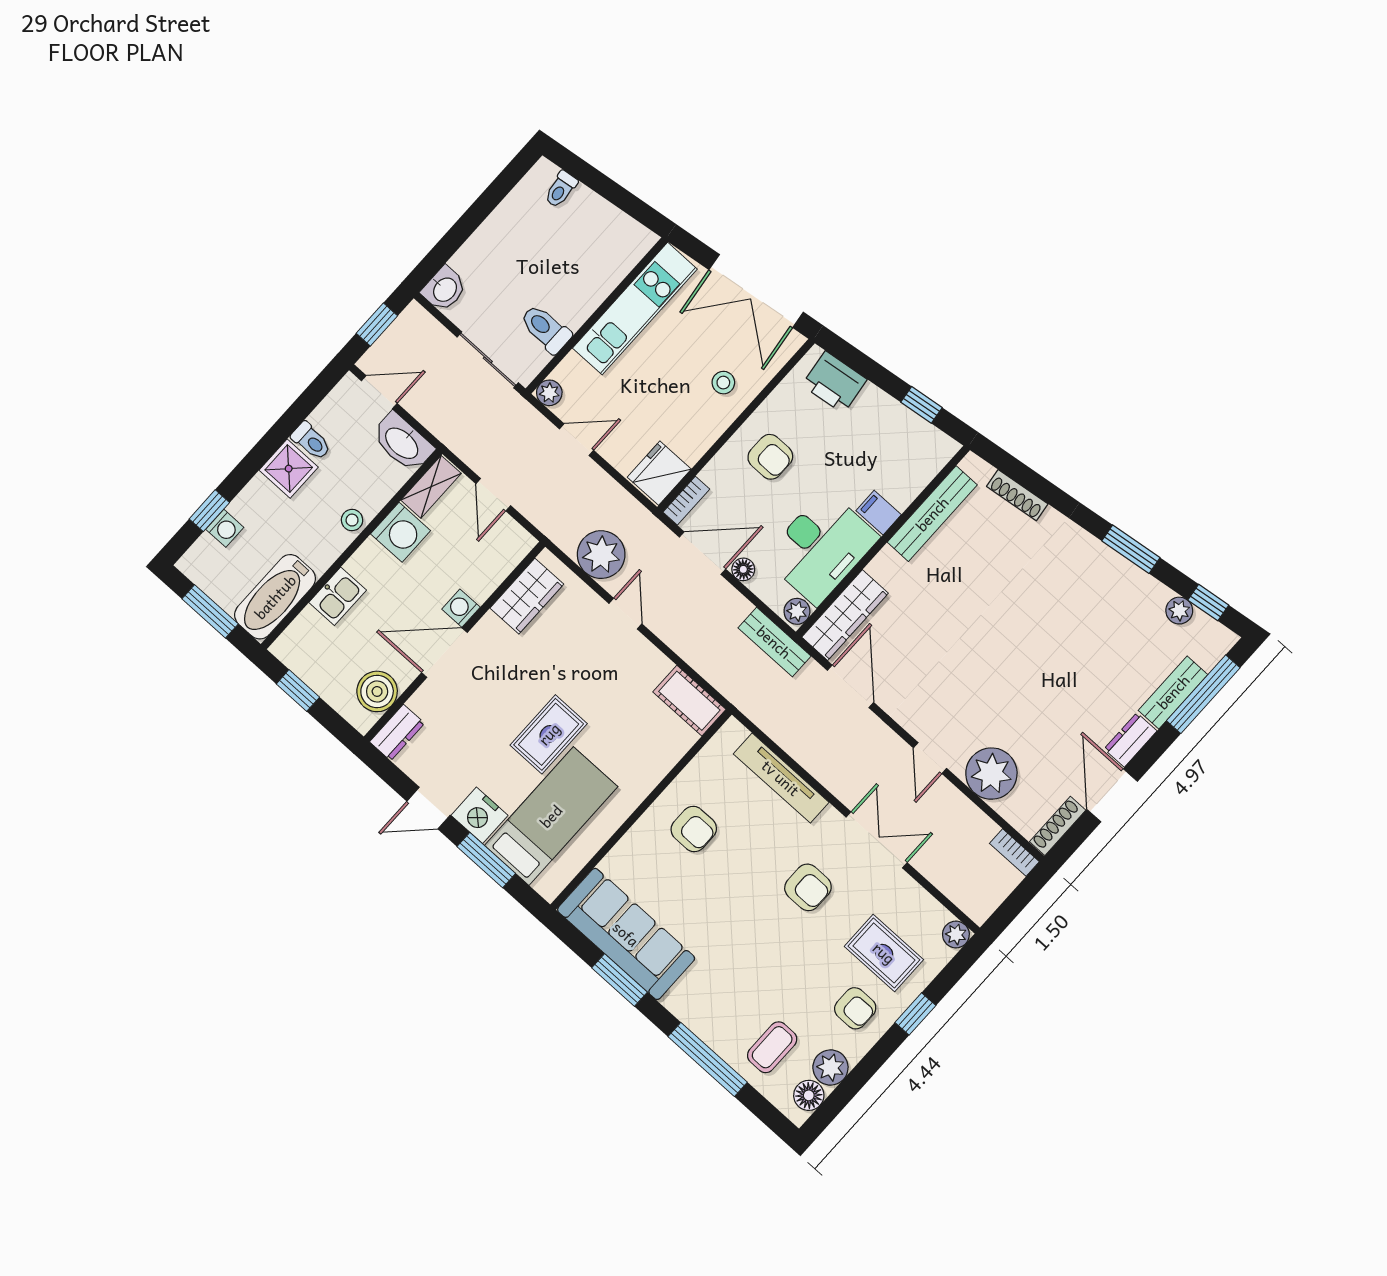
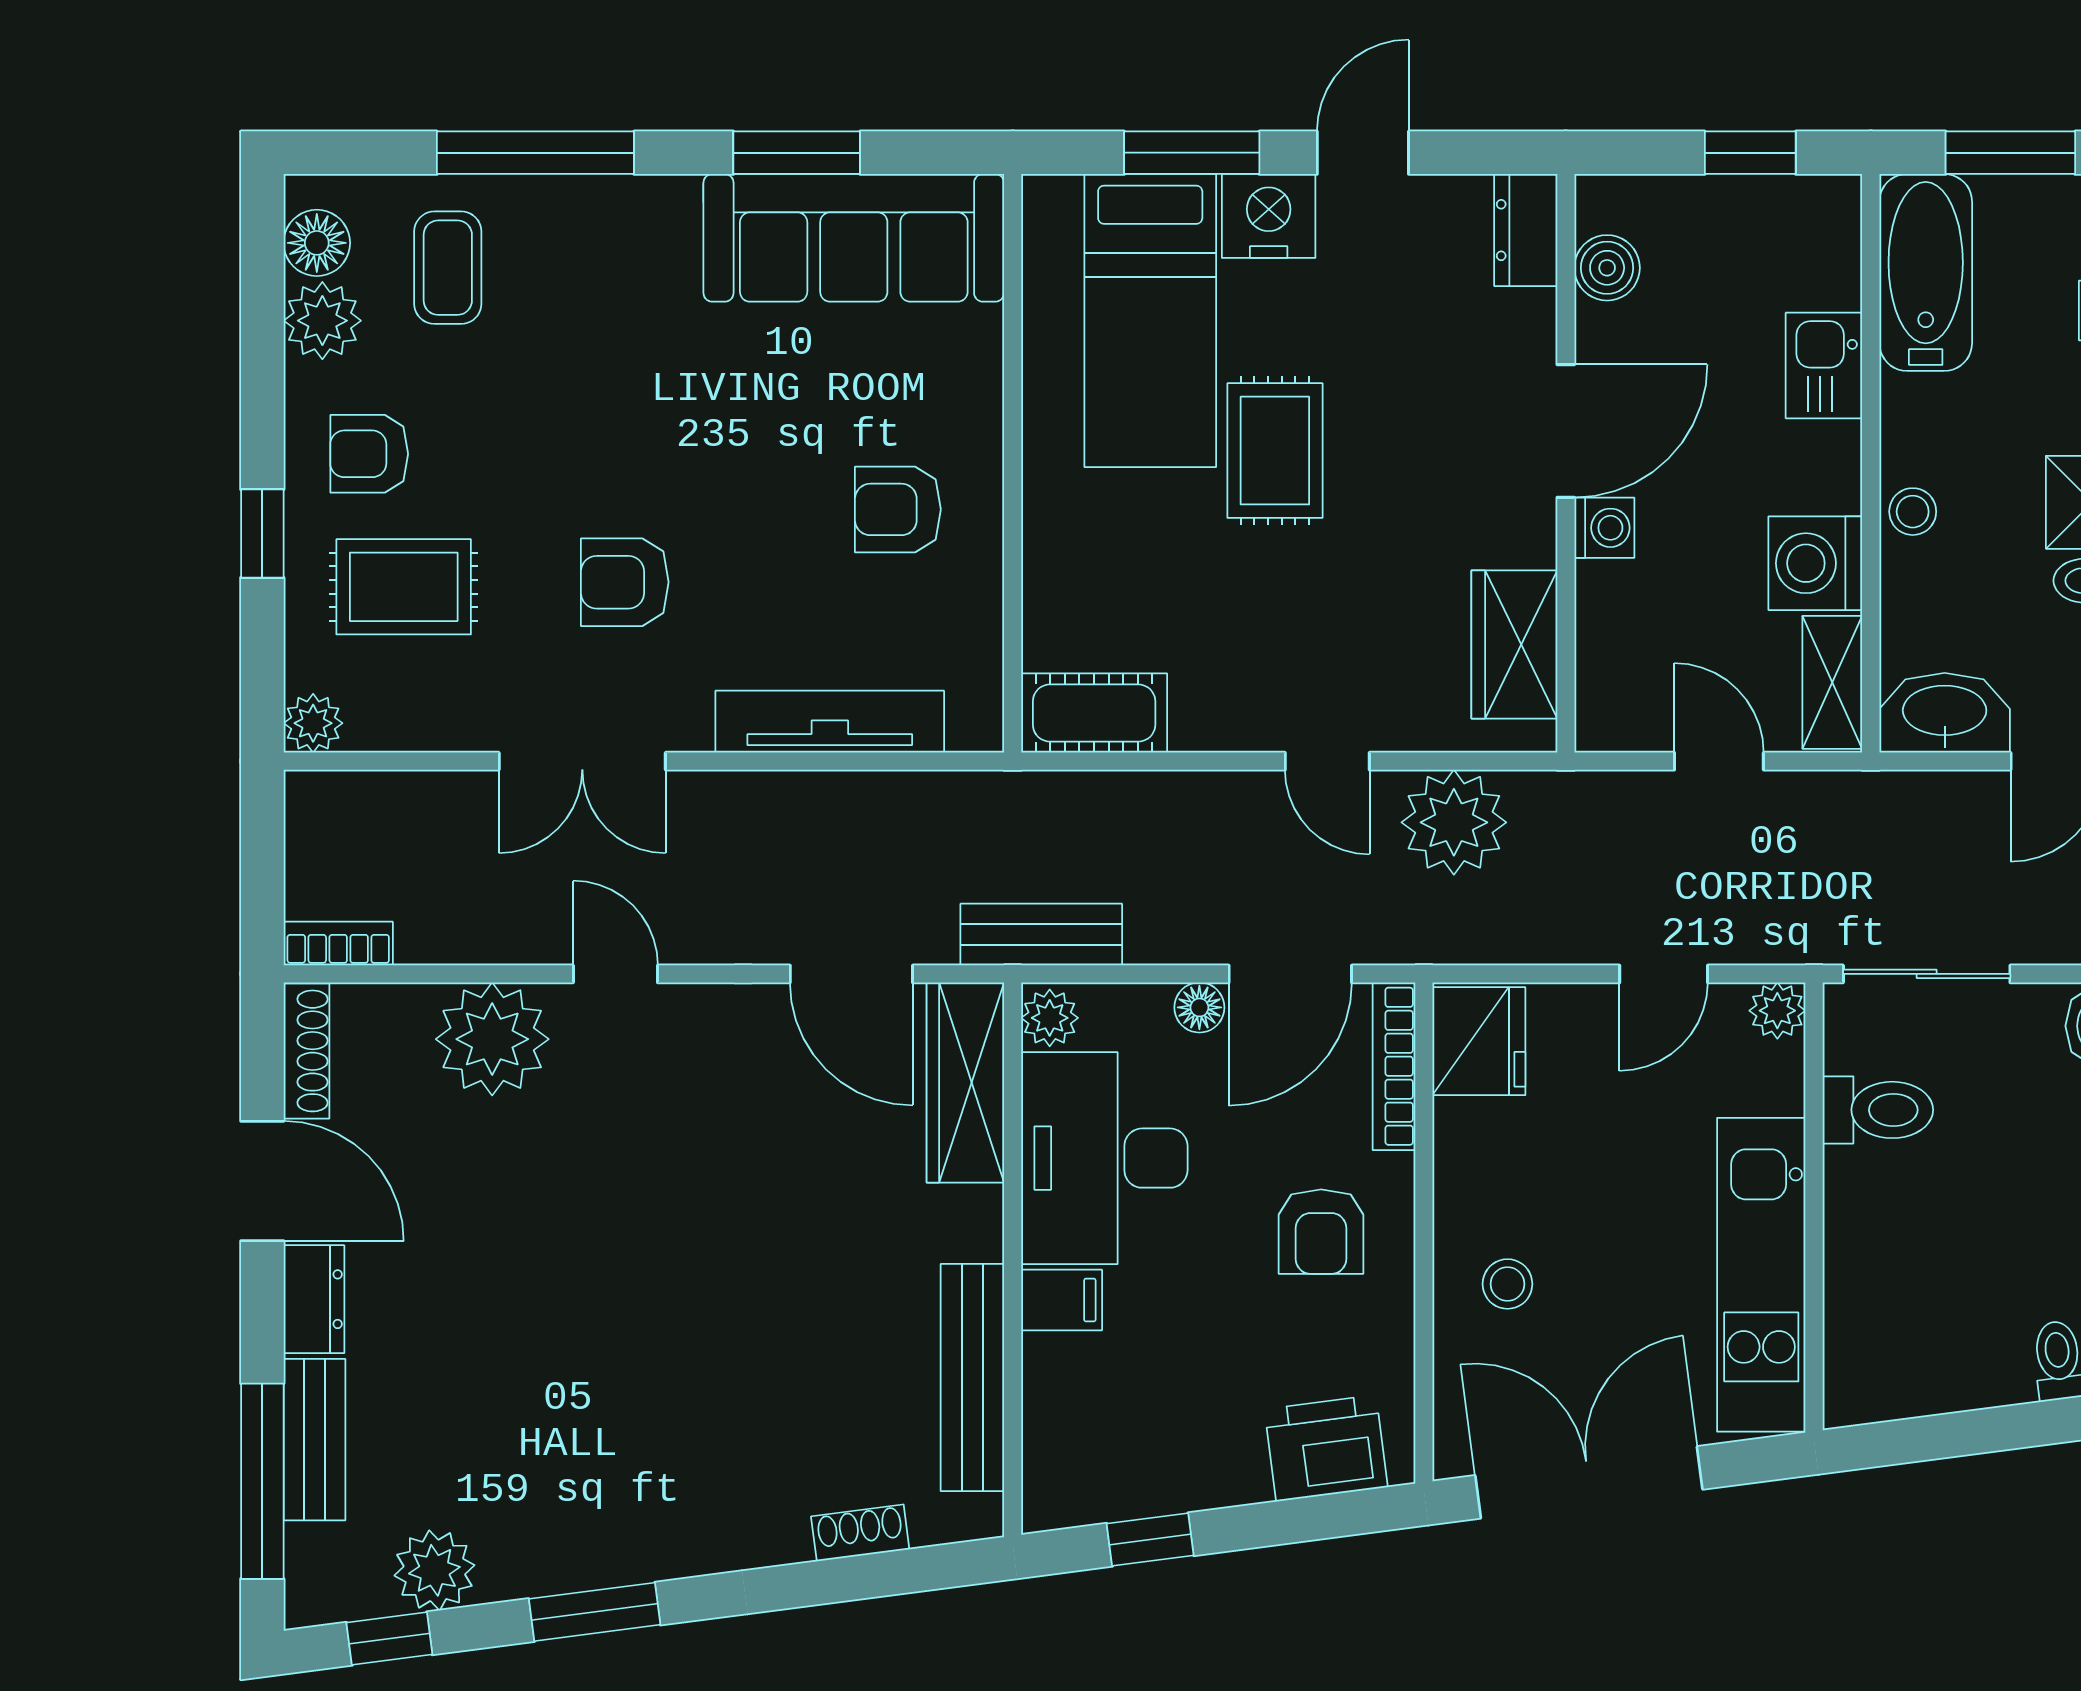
armchair: (770, 457) -> (1321, 1232), turned -90
shoe rack: (1017, 495) -> (860, 1533), width x0.70
bookcase: (686, 501) -> (1394, 1066), width x1.56
plant: (1179, 611) -> (434, 1570), width x1.38, depth x1.38
boiler: (377, 691) -> (1607, 268), width x0.73, depth x0.73

